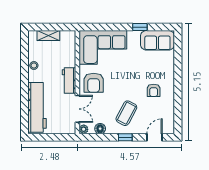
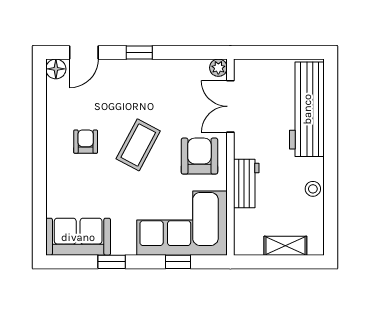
window: (105, 27) -> (178, 262), added
workbench: (69, 80) -> (246, 184), moved
coffee table: (126, 113) -> (138, 145), moved
floor lamp: (100, 129) -> (56, 69), moved

